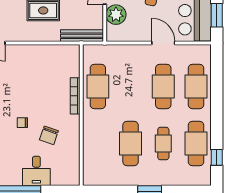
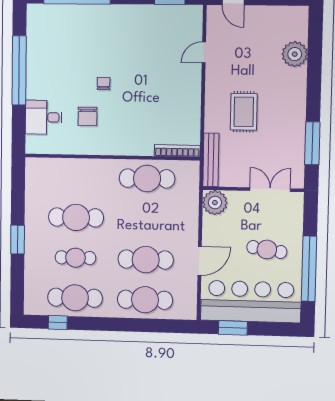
plant: (116, 15) -> (215, 203), moved
bookcase: (75, 96) -> (177, 151), moved
chair: (49, 135) -> (87, 116), turned -109
desk: (36, 171) -> (44, 117), moved

